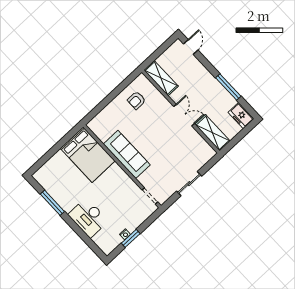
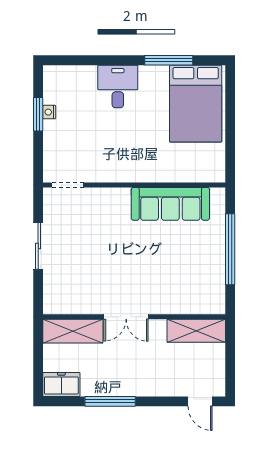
window: (111, 97) -> (230, 249), added
armchair: (137, 100) -> (197, 276), removed
sofa: (127, 154) -> (170, 204), moved
bed: (88, 155) -> (196, 104), moved, turned -90
desk: (88, 218) -> (118, 86), width x0.73

